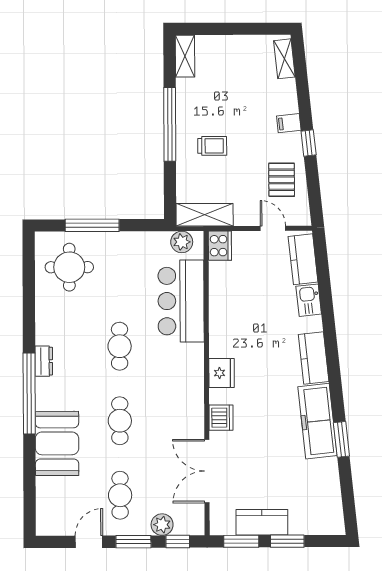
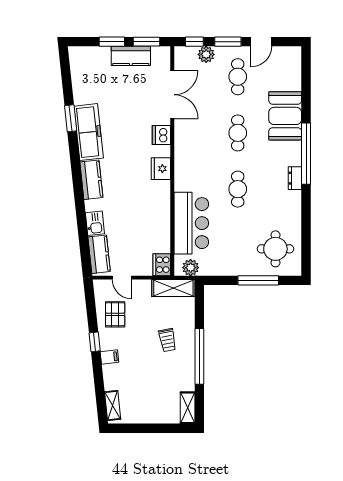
trolley: (212, 146) -> (167, 340), turned -101

